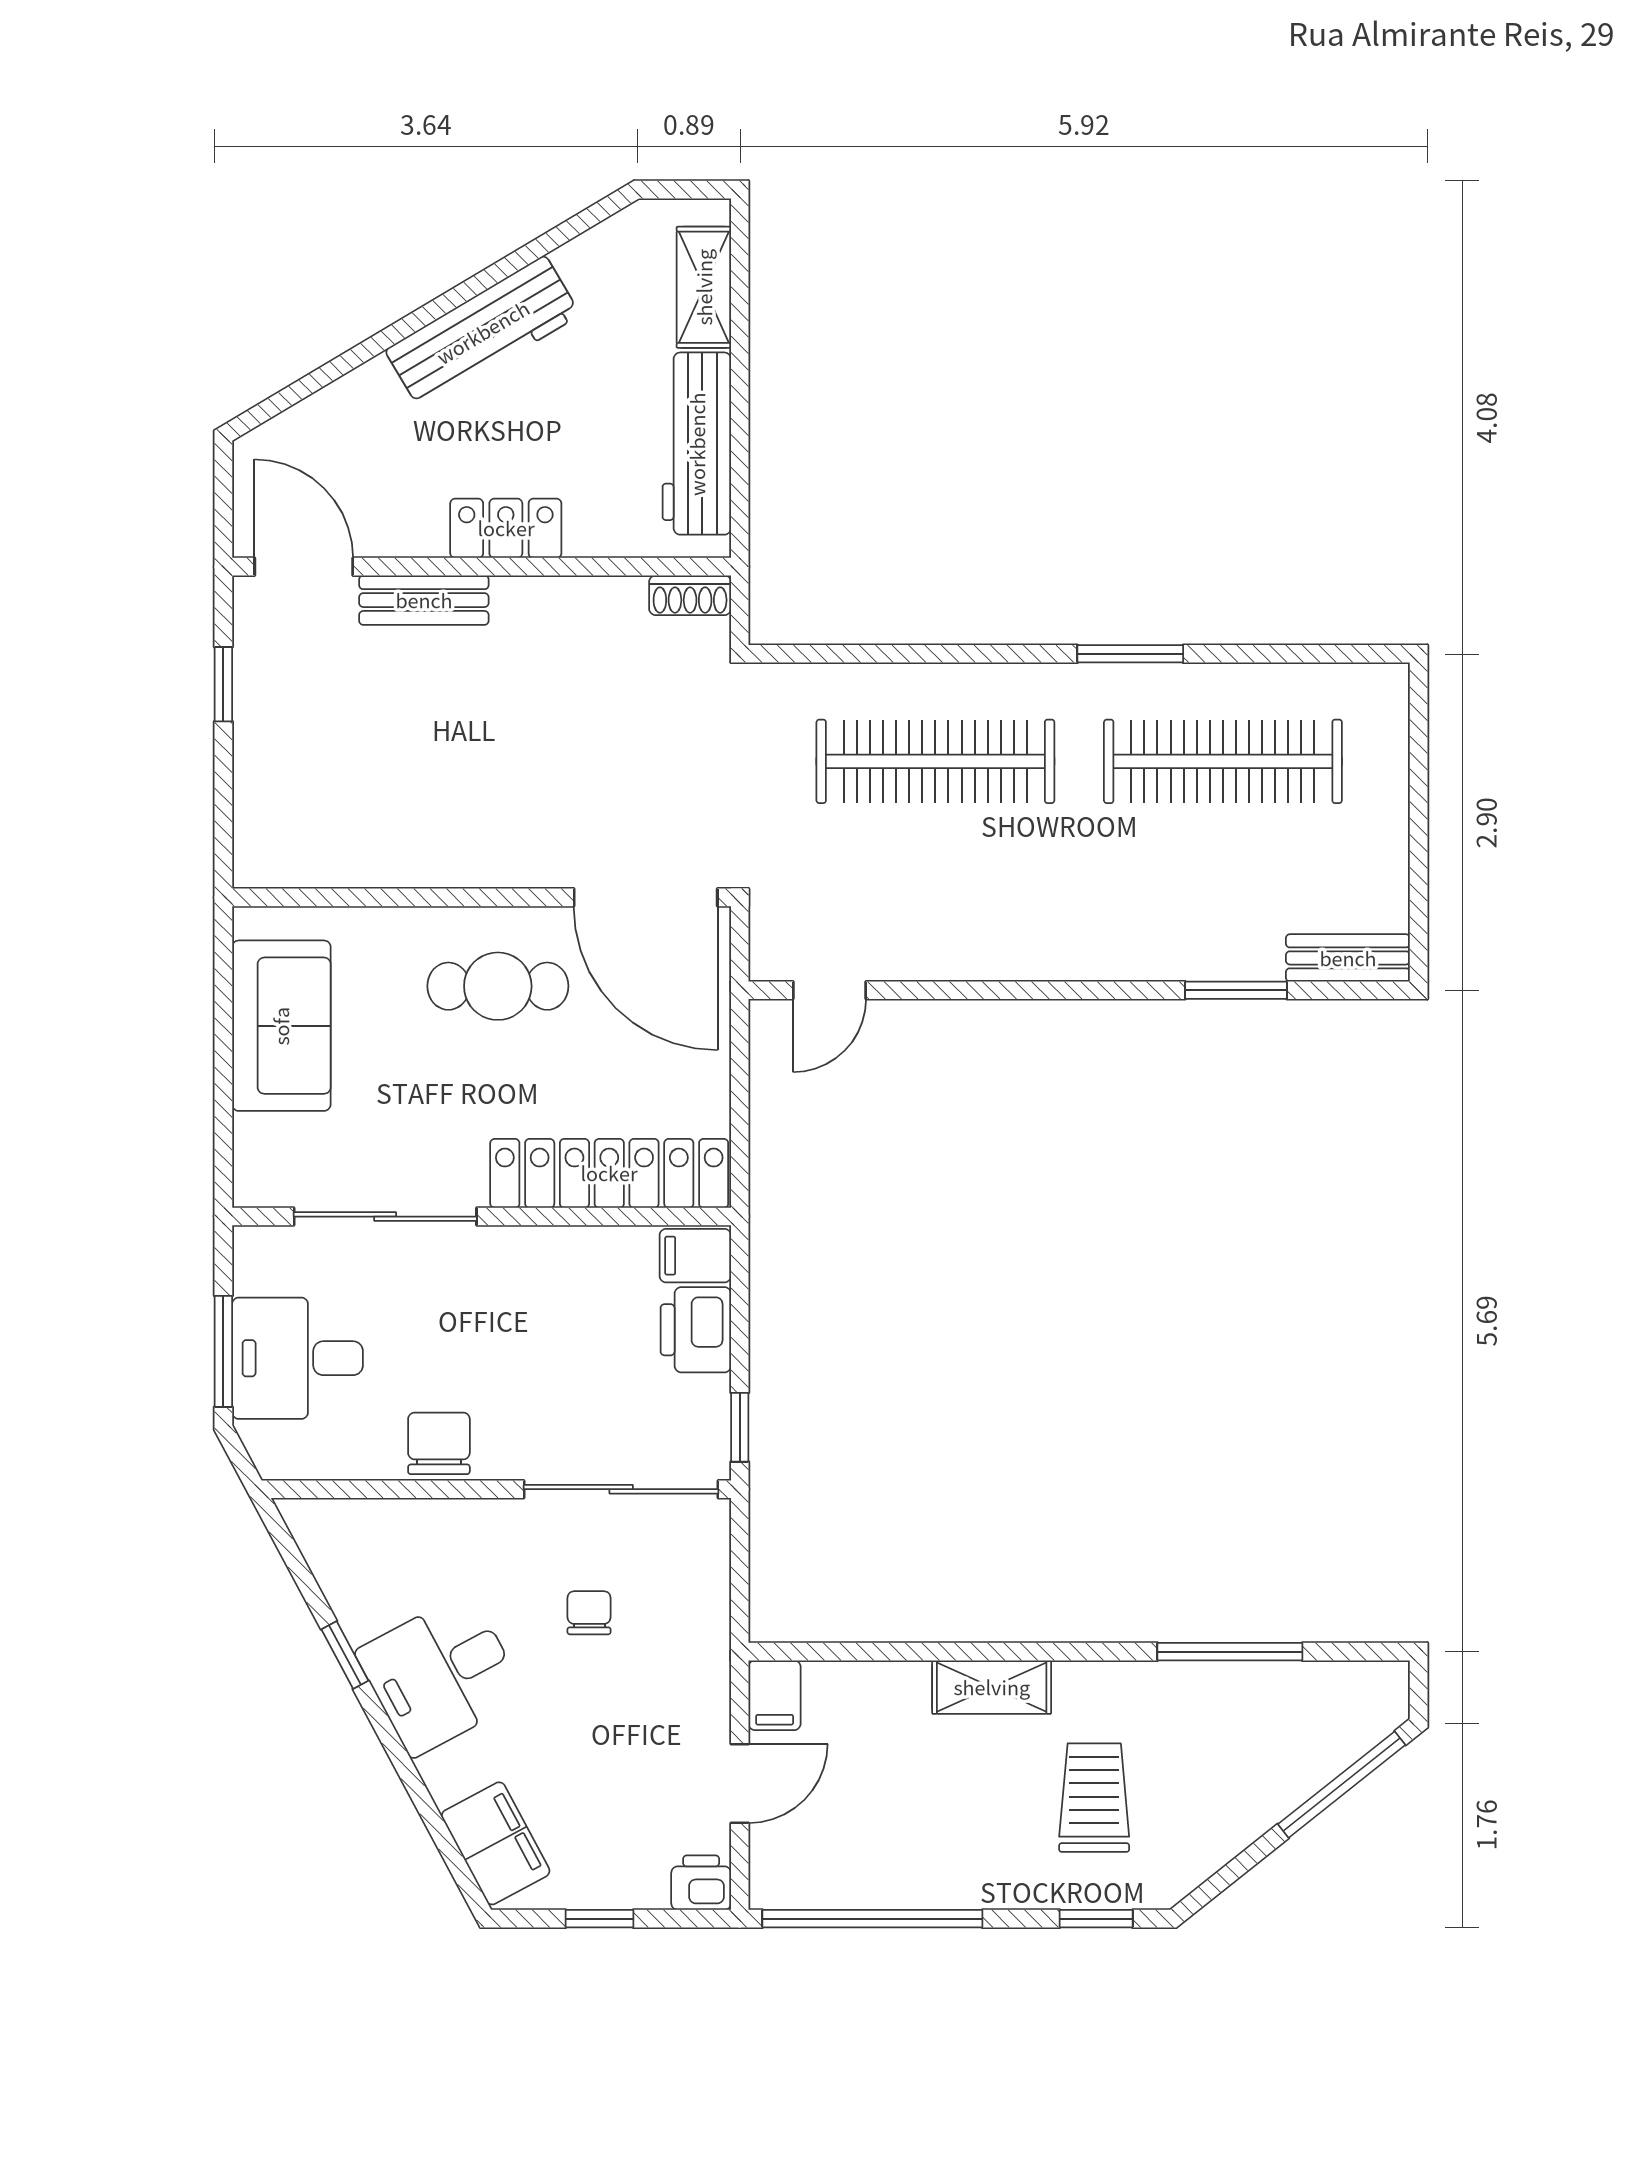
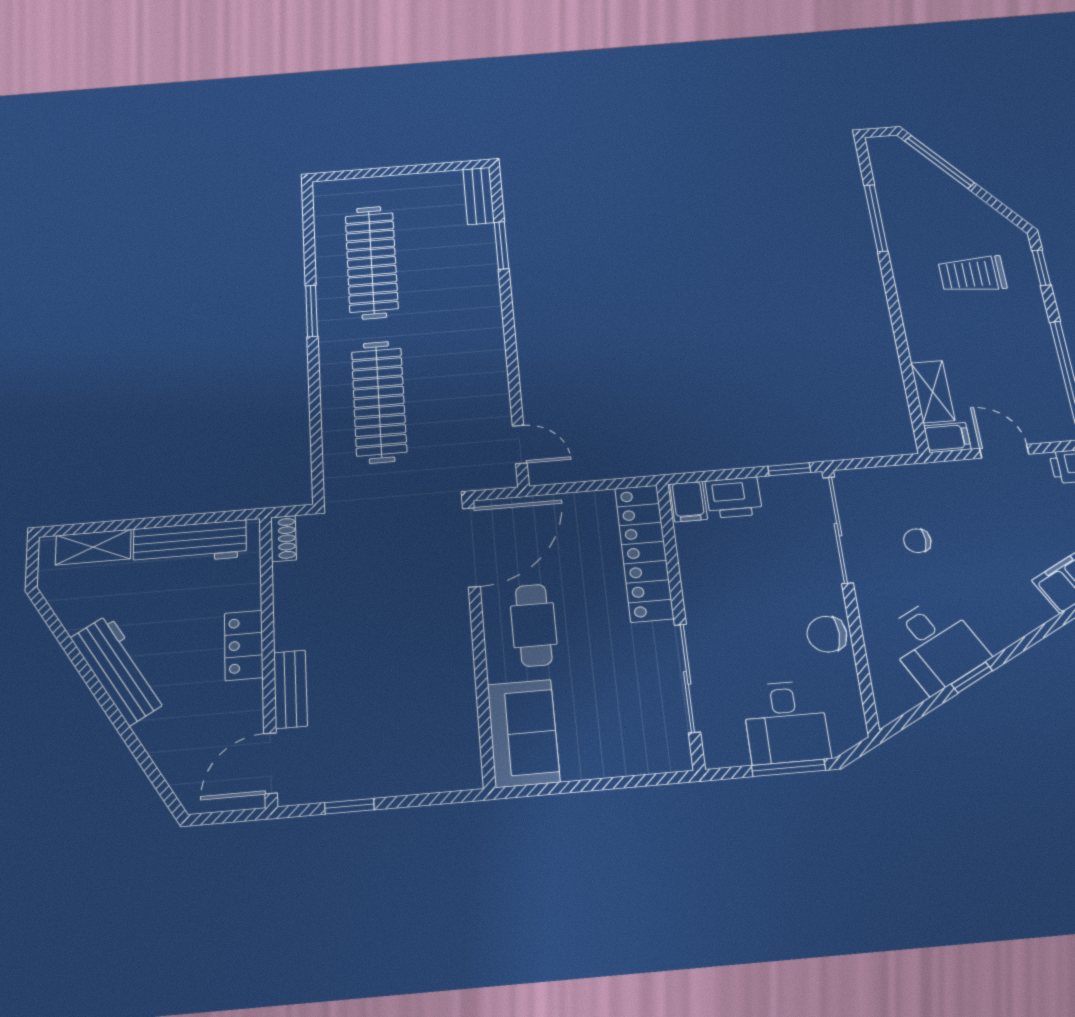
sofa: (281, 1026) -> (523, 733), moved, turned 90
desk: (441, 1674) -> (935, 644), moved
shelving: (992, 1687) -> (933, 392), moved

